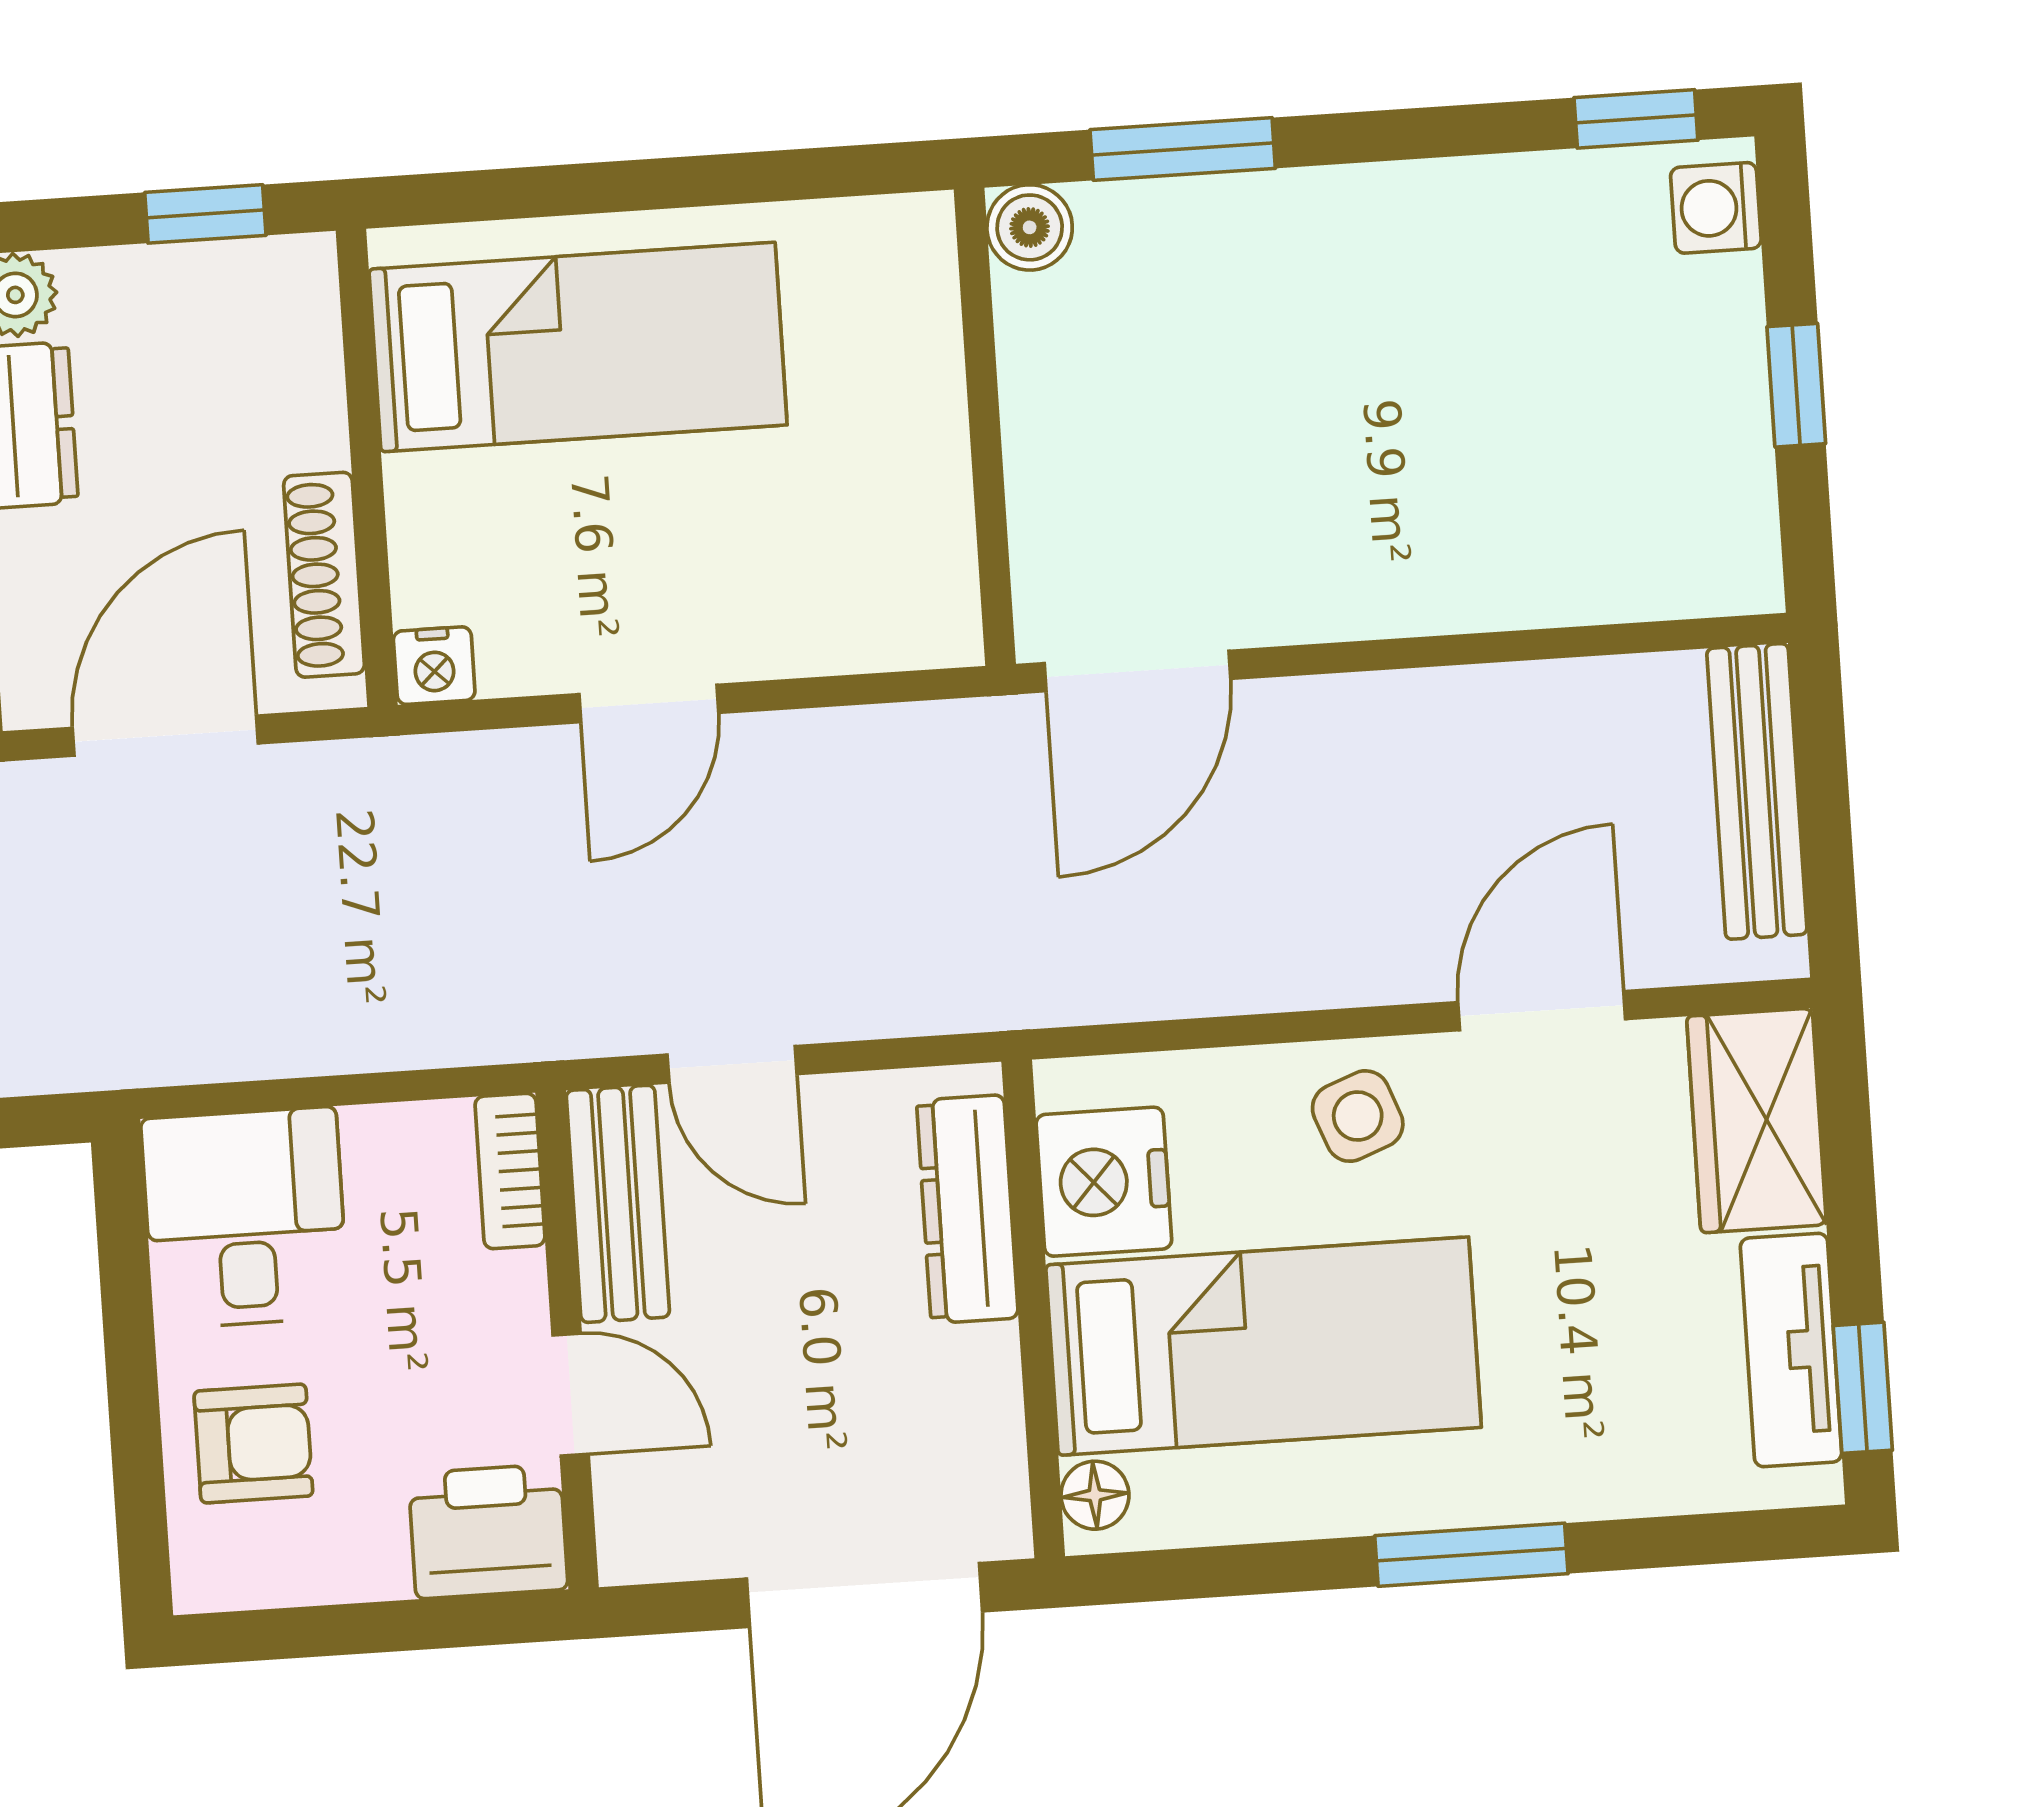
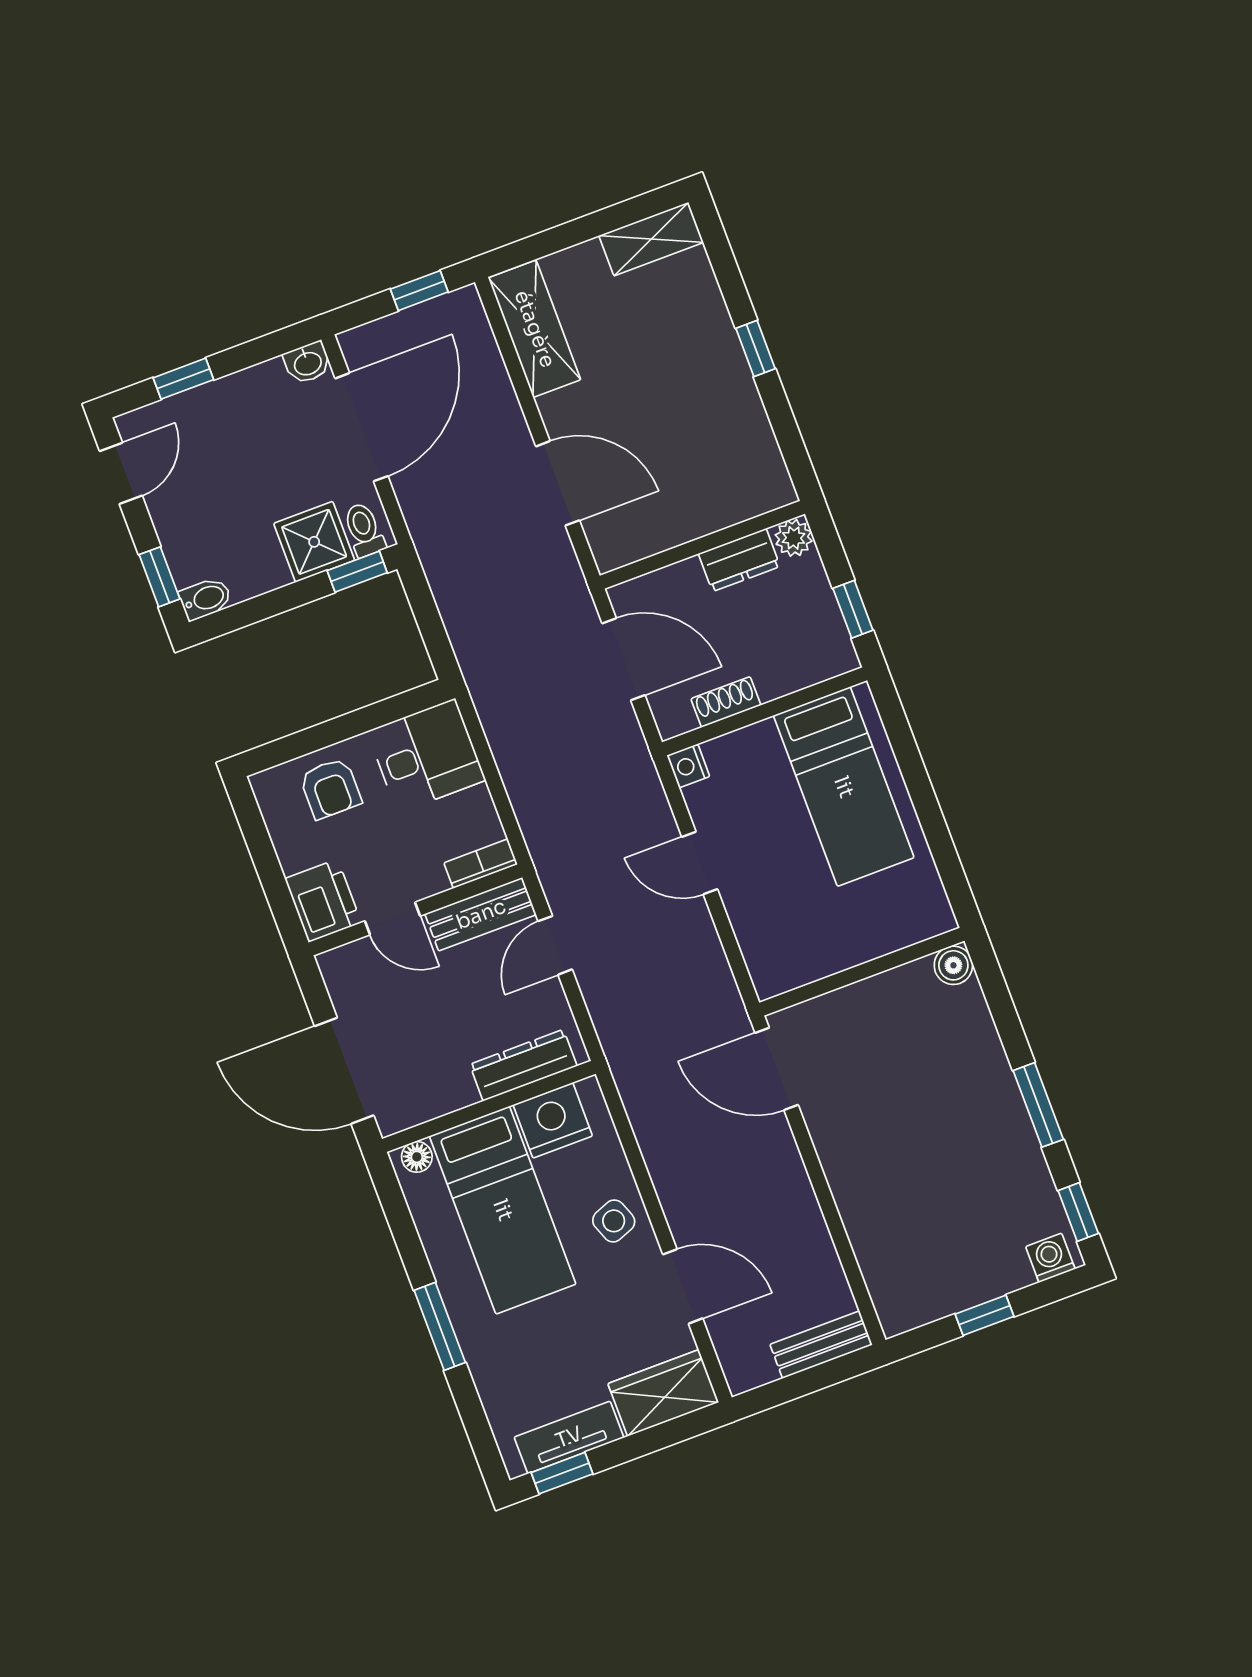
window: (1183, 149) -> (1038, 1105), moved
shoe rack: (324, 575) -> (726, 702), width x0.70
bench: (1757, 791) -> (821, 1345), width x0.73
door: (571, 1395) -> (392, 919), hinge flipped

